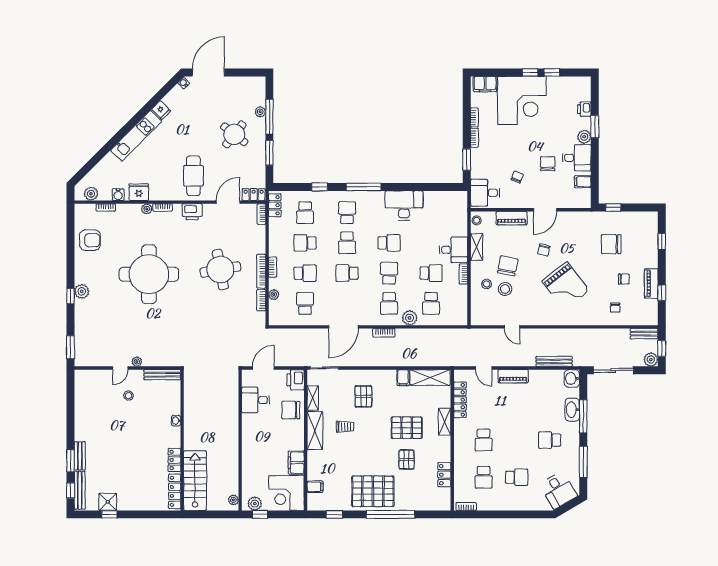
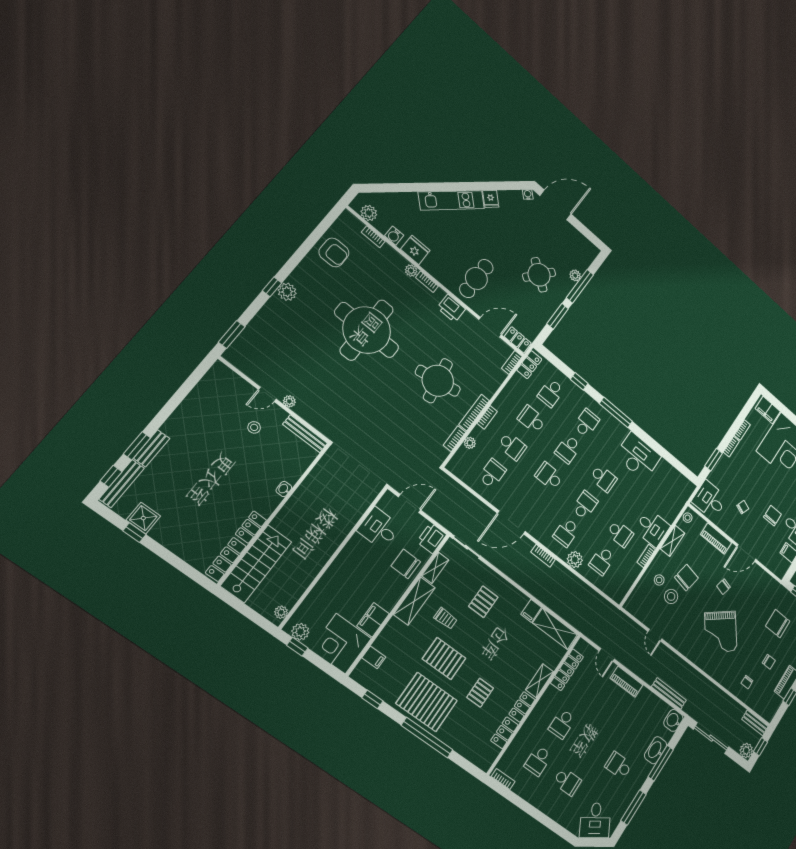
pallet: (407, 428) -> (444, 659), moved
locker: (445, 449) -> (522, 707), added

